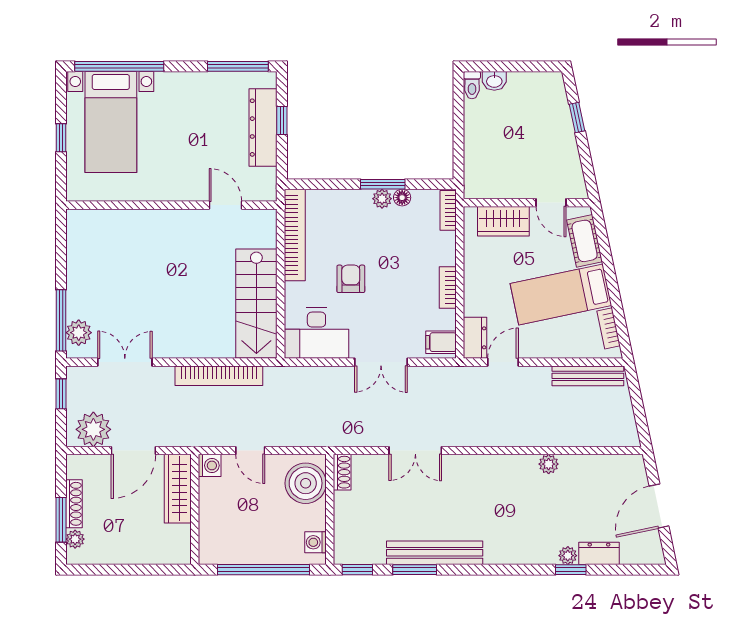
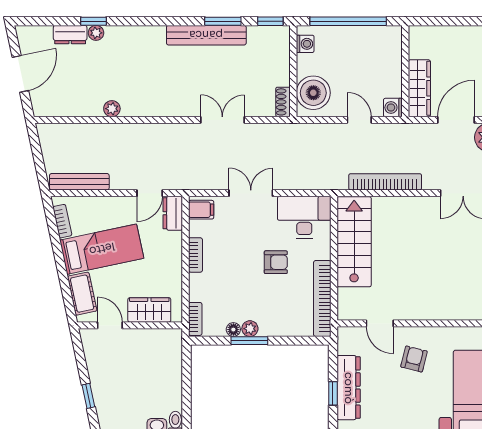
armchair: (184, 162) -> (414, 359), added
armchair: (351, 279) -> (276, 262), turned -90

